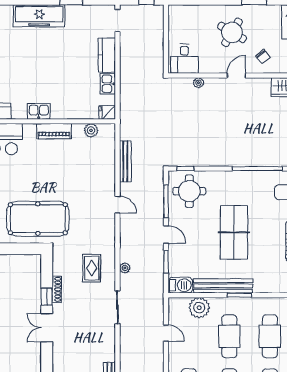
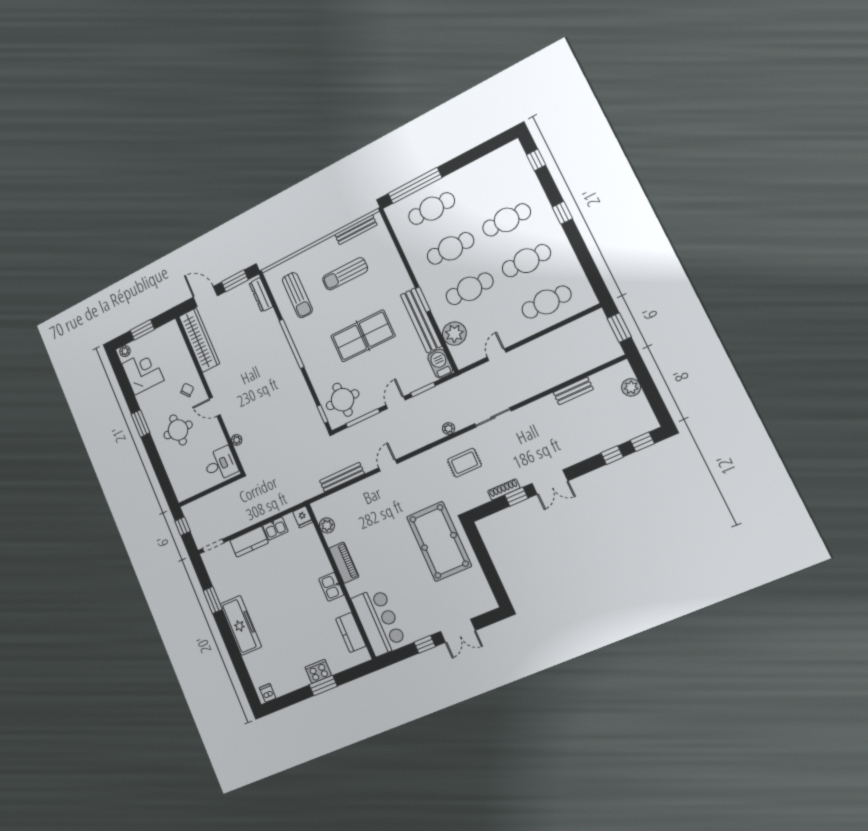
round table: (232, 32) -> (178, 430), turned -31

